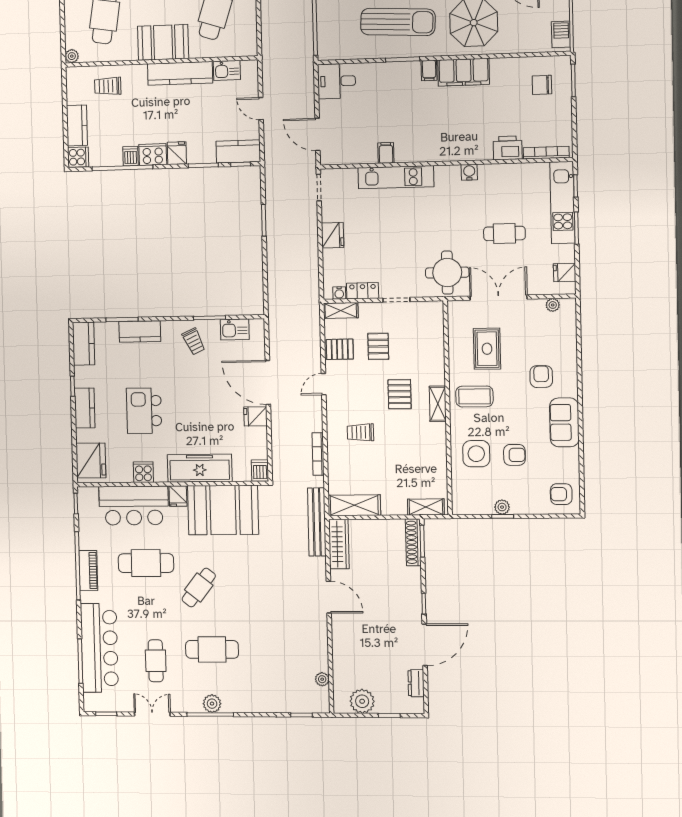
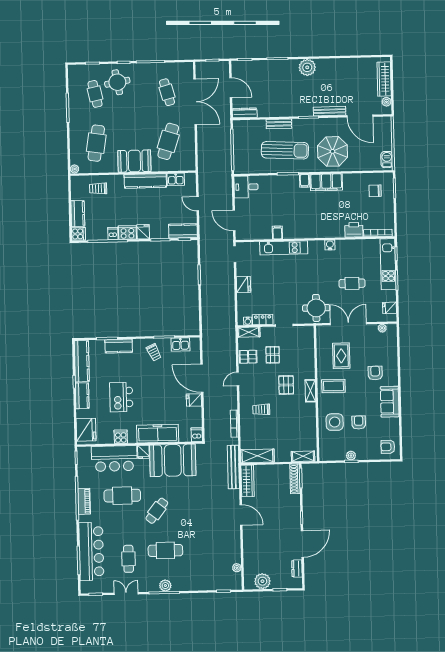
kitchen counter: (84, 344) -> (82, 361), width x1.50
armchair: (514, 455) -> (359, 422), turned -90

